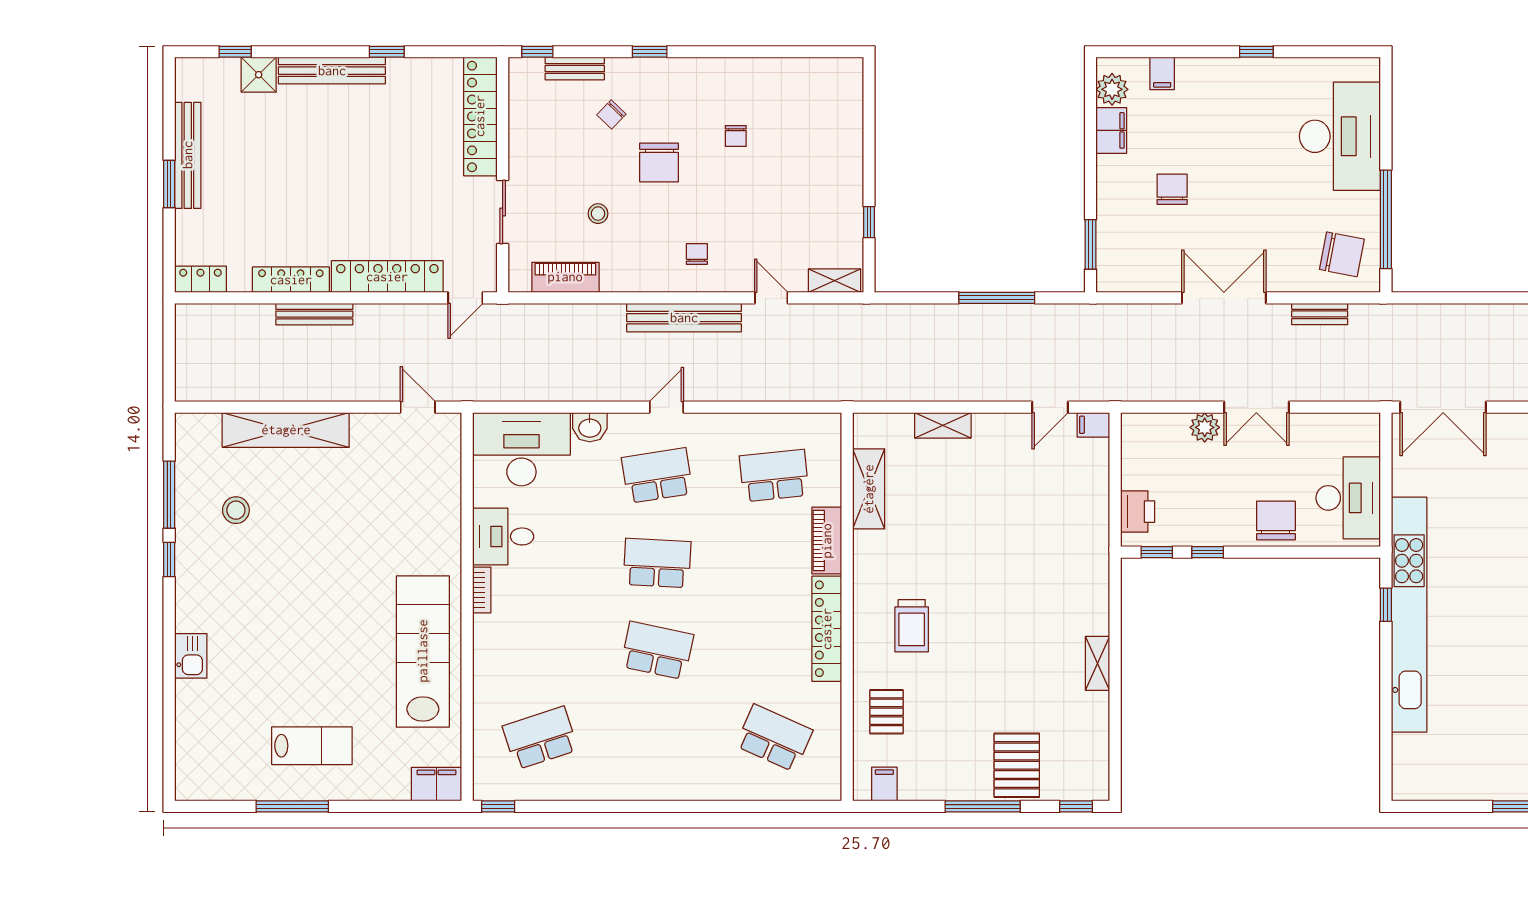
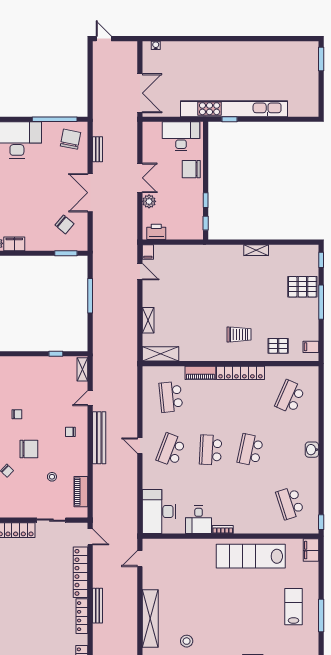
chair: (1172, 189) -> (65, 224), moved, turned -140
washbasin: (590, 427) -> (312, 450), moved, turned 180
school desk: (657, 476) -> (171, 450), turned 30
shelving: (869, 489) -> (161, 354), moved
printer: (1138, 512) -> (156, 232), moved

